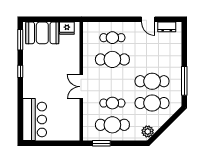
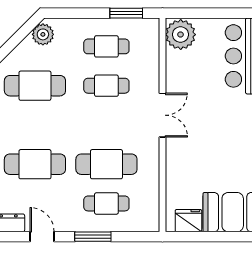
window: (120, 19) -> (93, 237), added
cafe table: (152, 81) -> (35, 164), moved
cafe table: (112, 125) -> (106, 46), width x0.73, depth x0.74
plant: (71, 131) -> (181, 35), added

